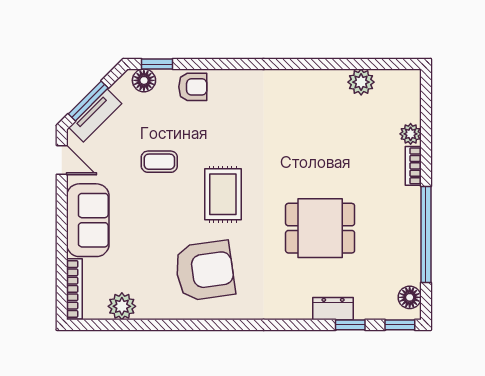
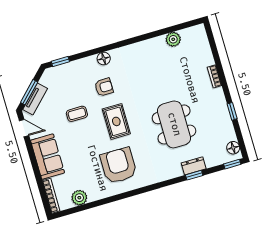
floor lamp: (144, 80) -> (104, 59), moved
armchair: (193, 87) -> (104, 87), moved
plant: (411, 134) -> (208, 59), removed
dining table: (320, 228) -> (174, 124), width x1.38
window: (426, 234) -> (232, 111), width x0.32
armchair: (205, 271) -> (118, 165), turned -82
window: (350, 325) -> (194, 175), moved

